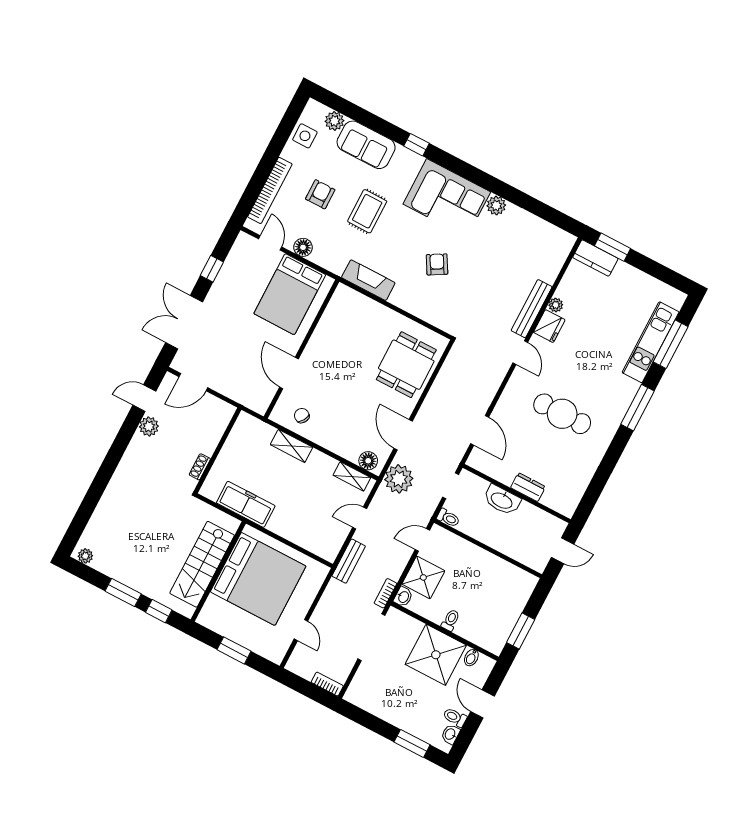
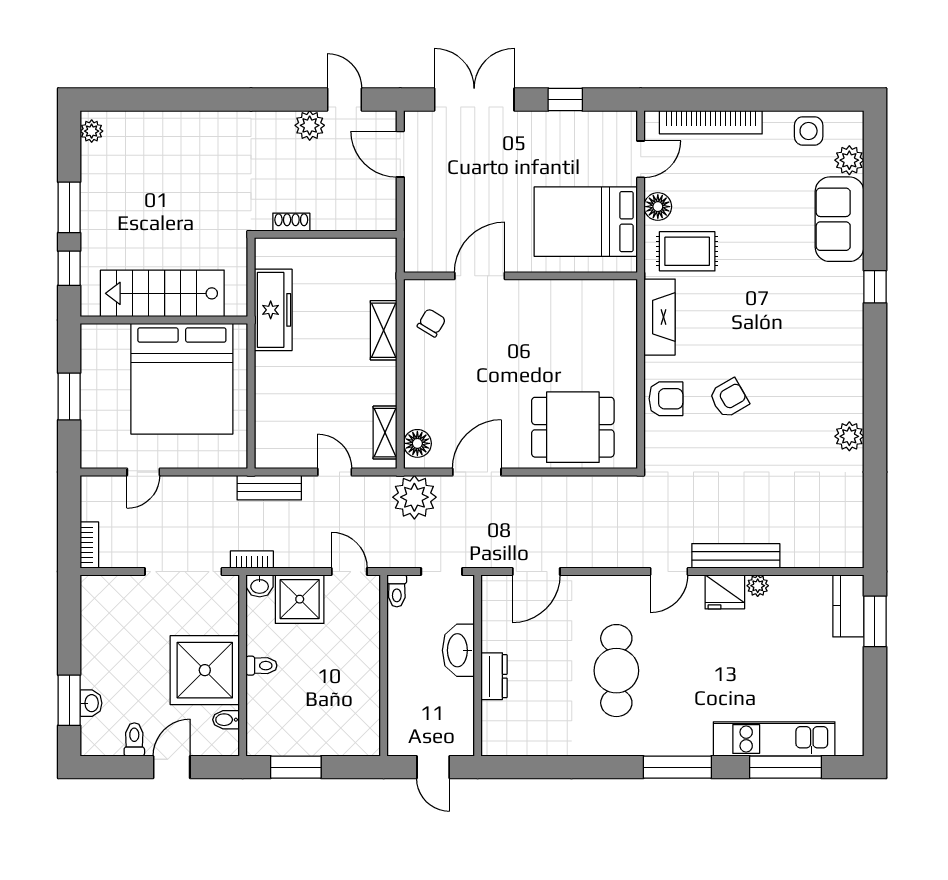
armchair: (320, 194) -> (666, 399), moved
corner sofa: (447, 198) -> (825, 365), removed
rug: (367, 211) -> (687, 251), moved
washbasin: (450, 734) -> (91, 703), moved, turned 90

